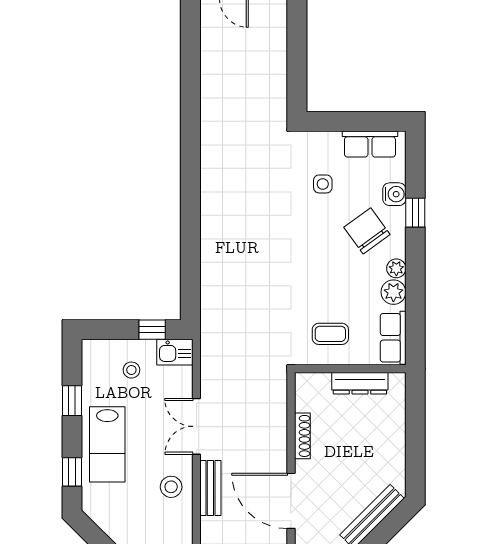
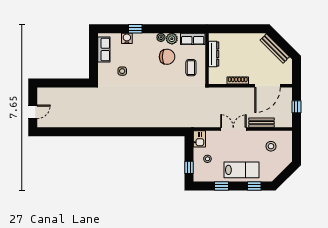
chair: (367, 231) -> (167, 57), moved, turned -144
window: (152, 330) -> (189, 167), moved
double door: (196, 426) -> (233, 129), swing flipped
stool: (171, 487) -> (271, 146), moved

